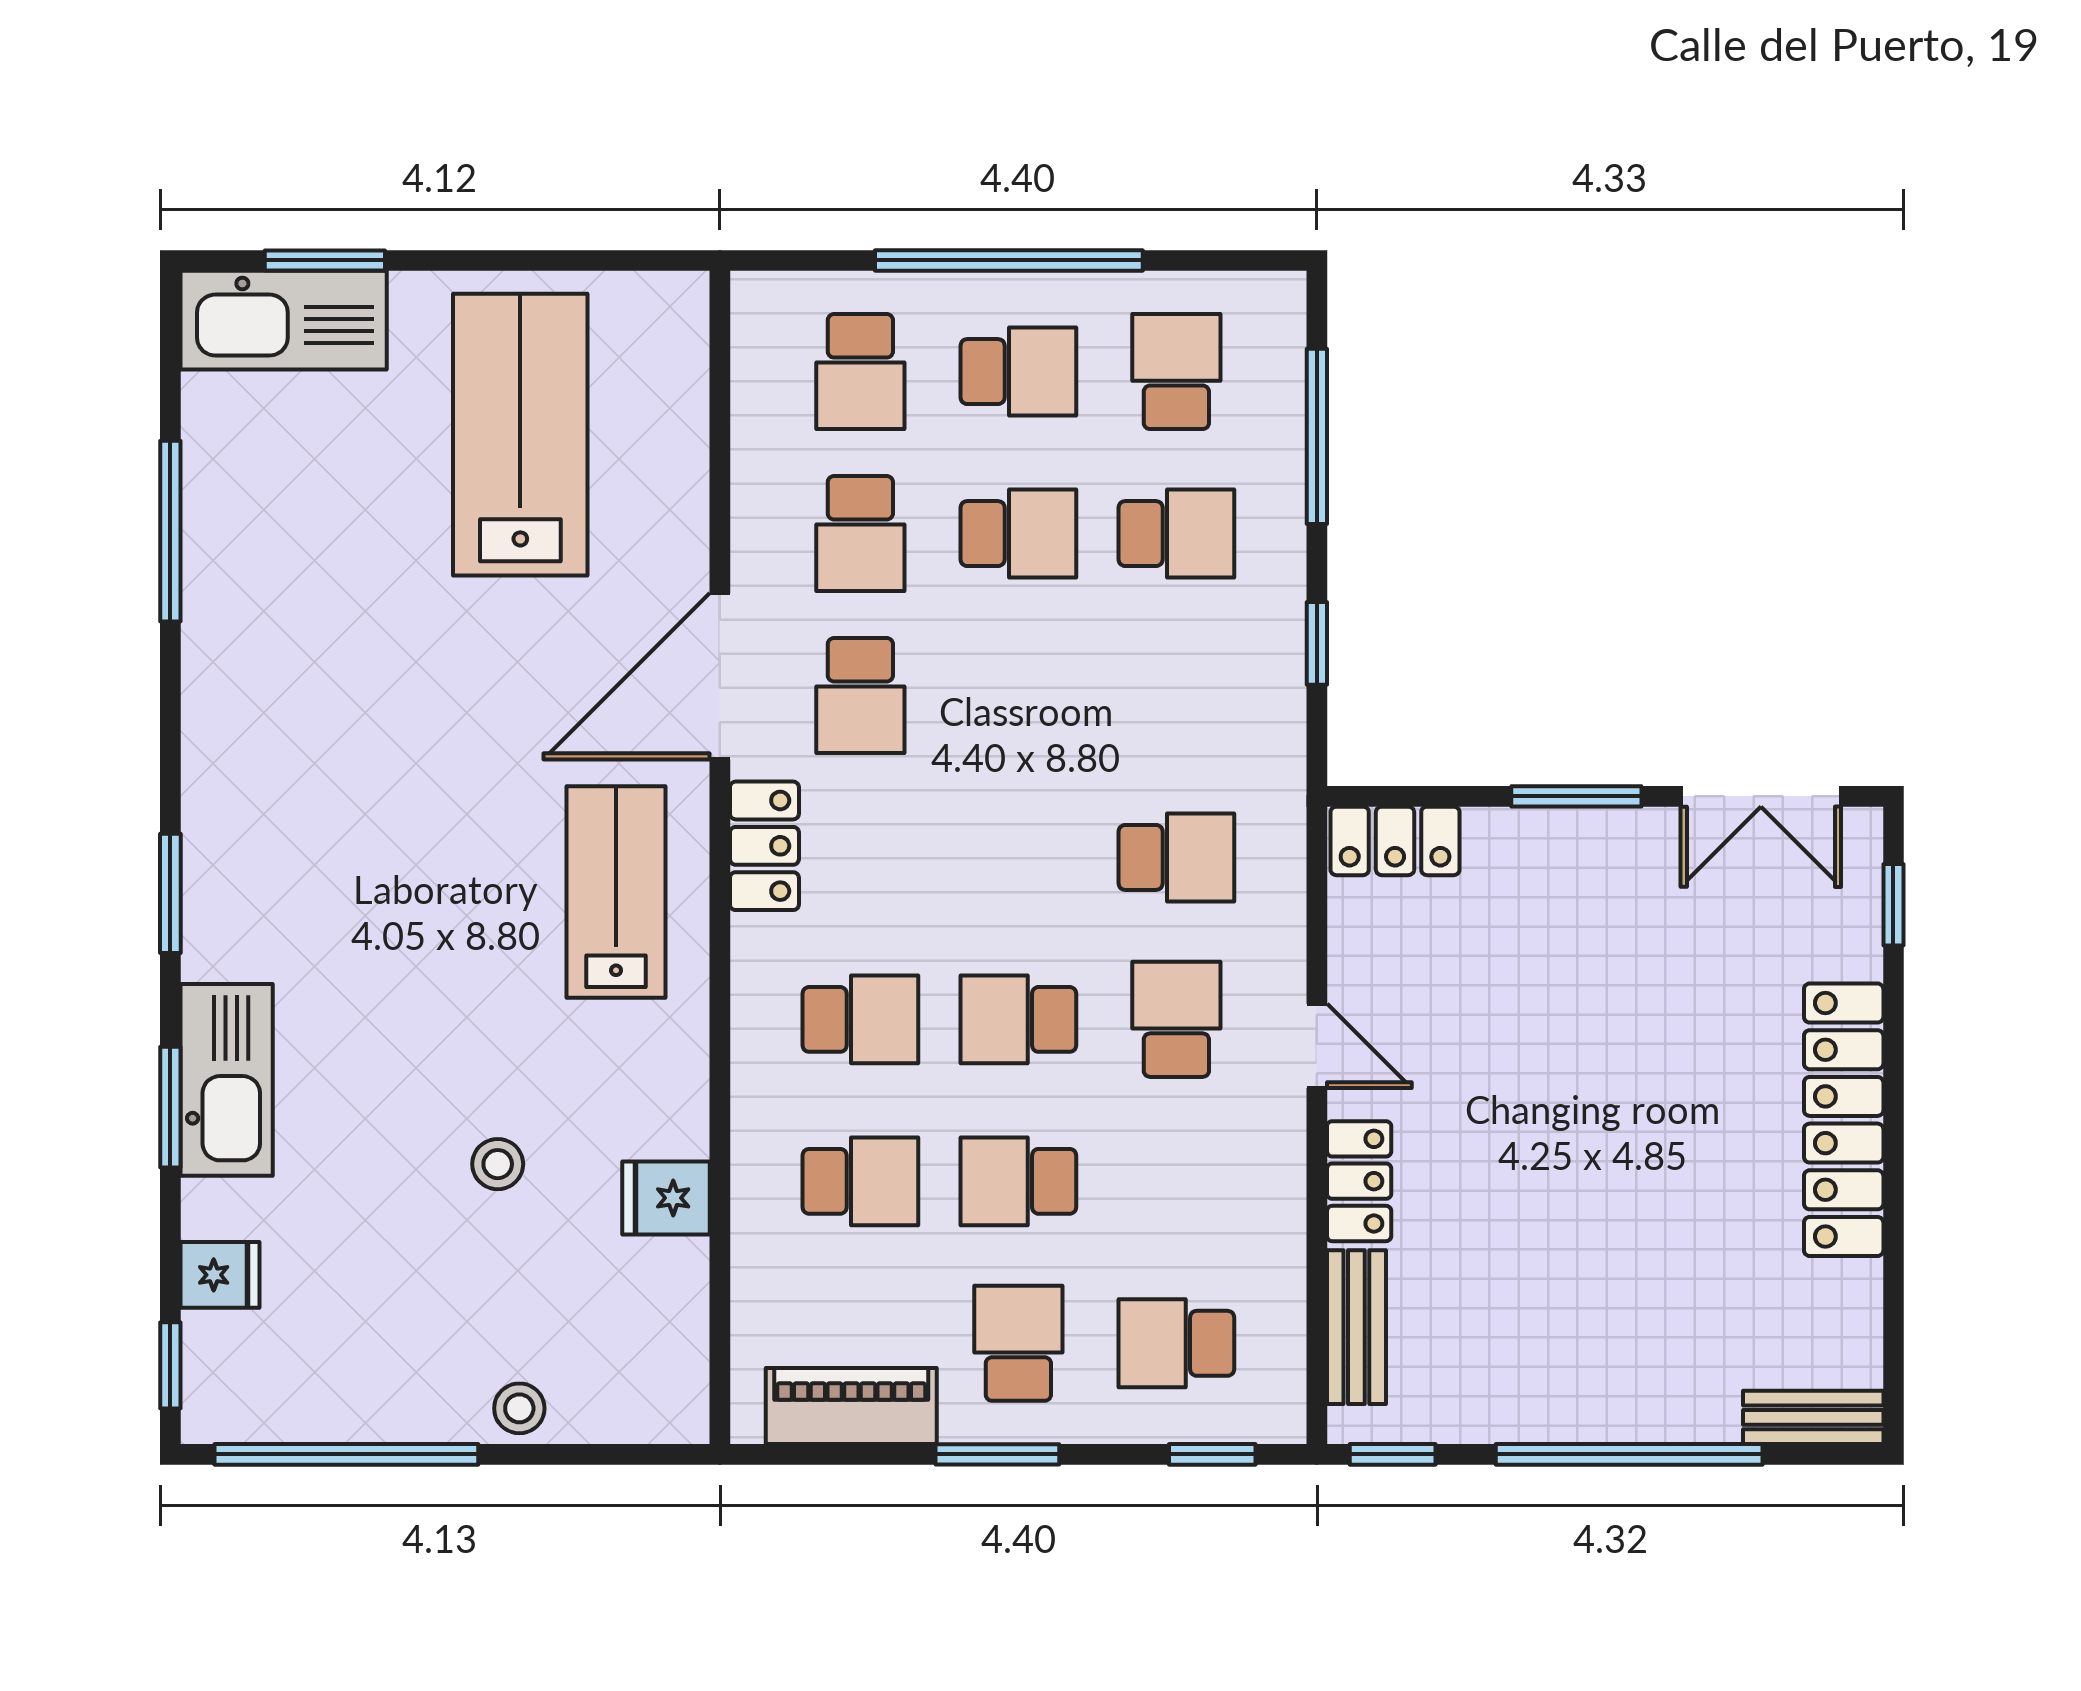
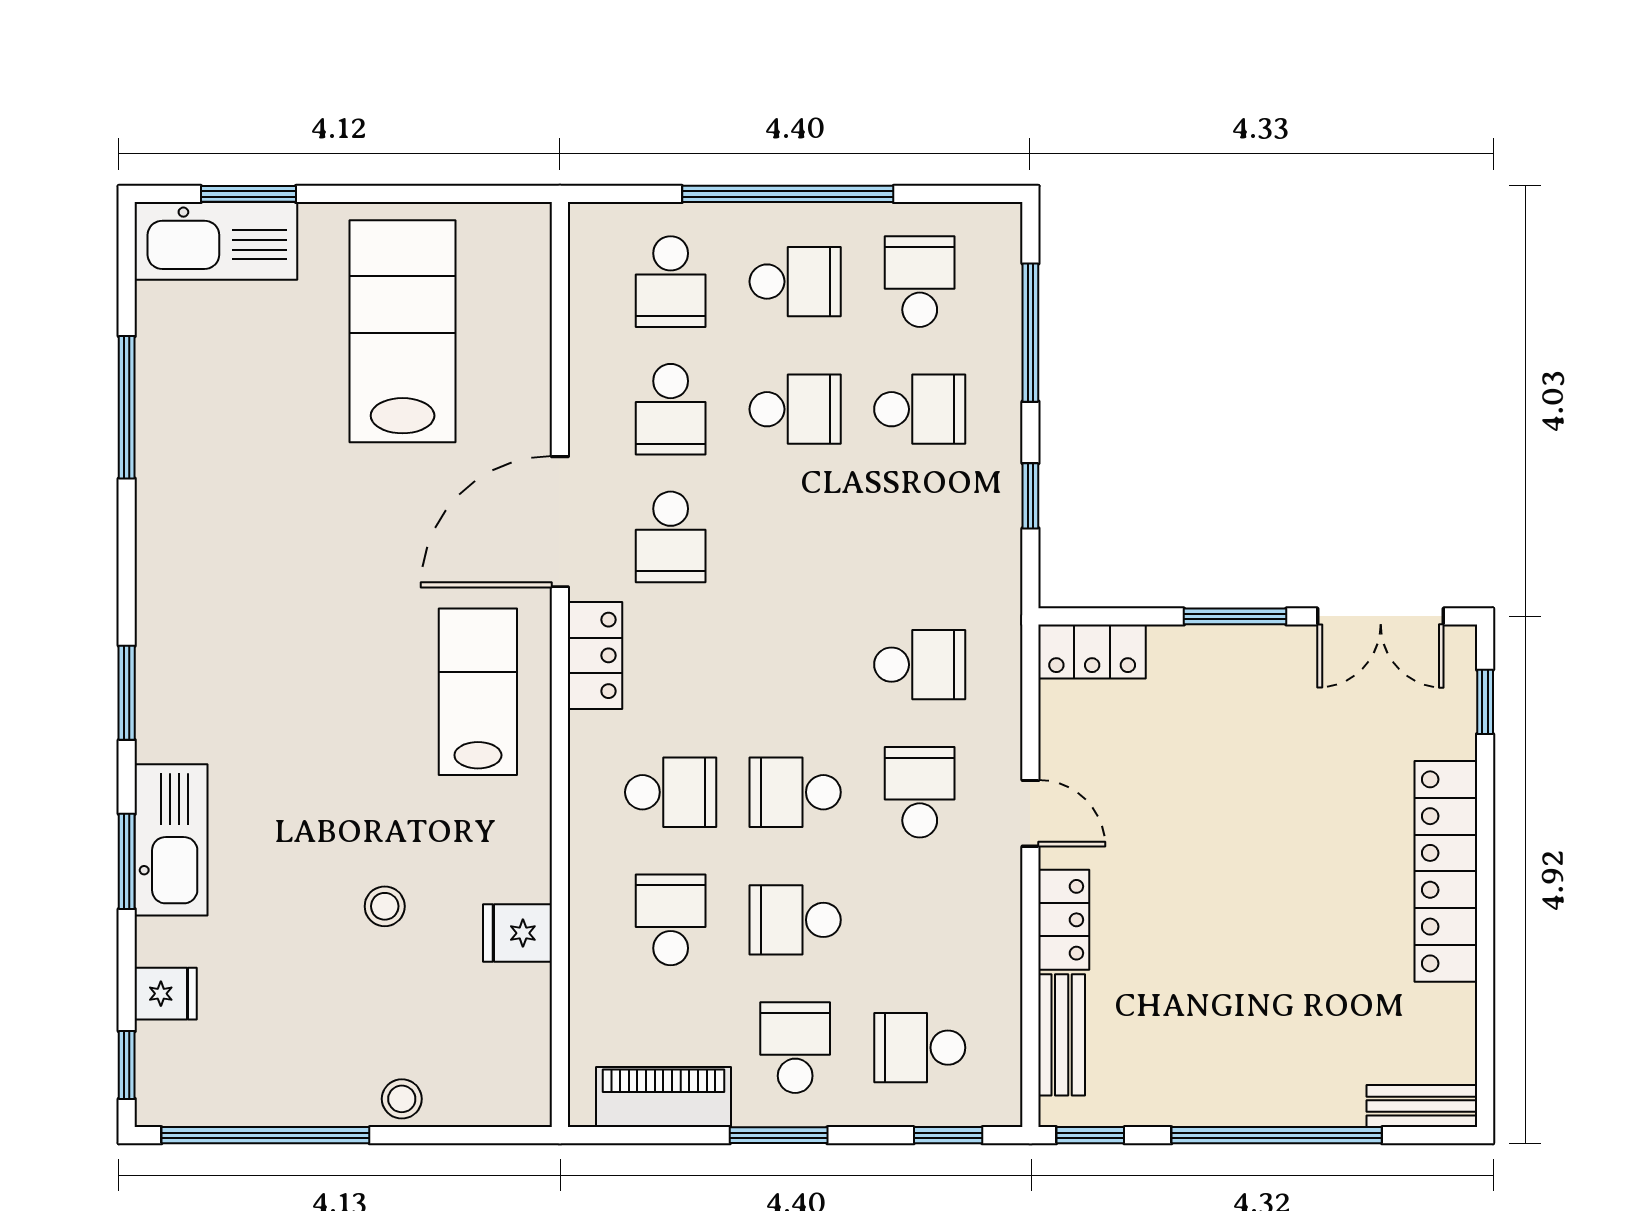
school desk: (860, 1181) -> (671, 920), turned -90

